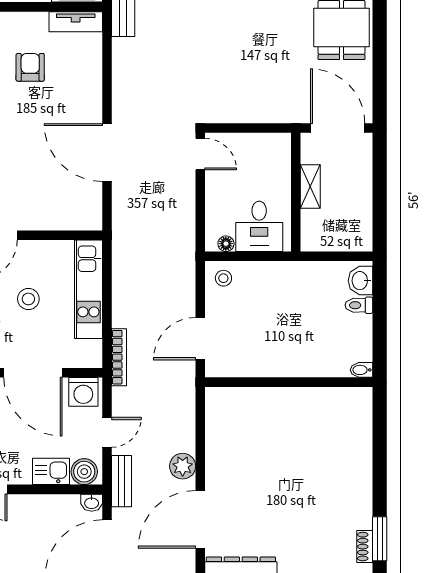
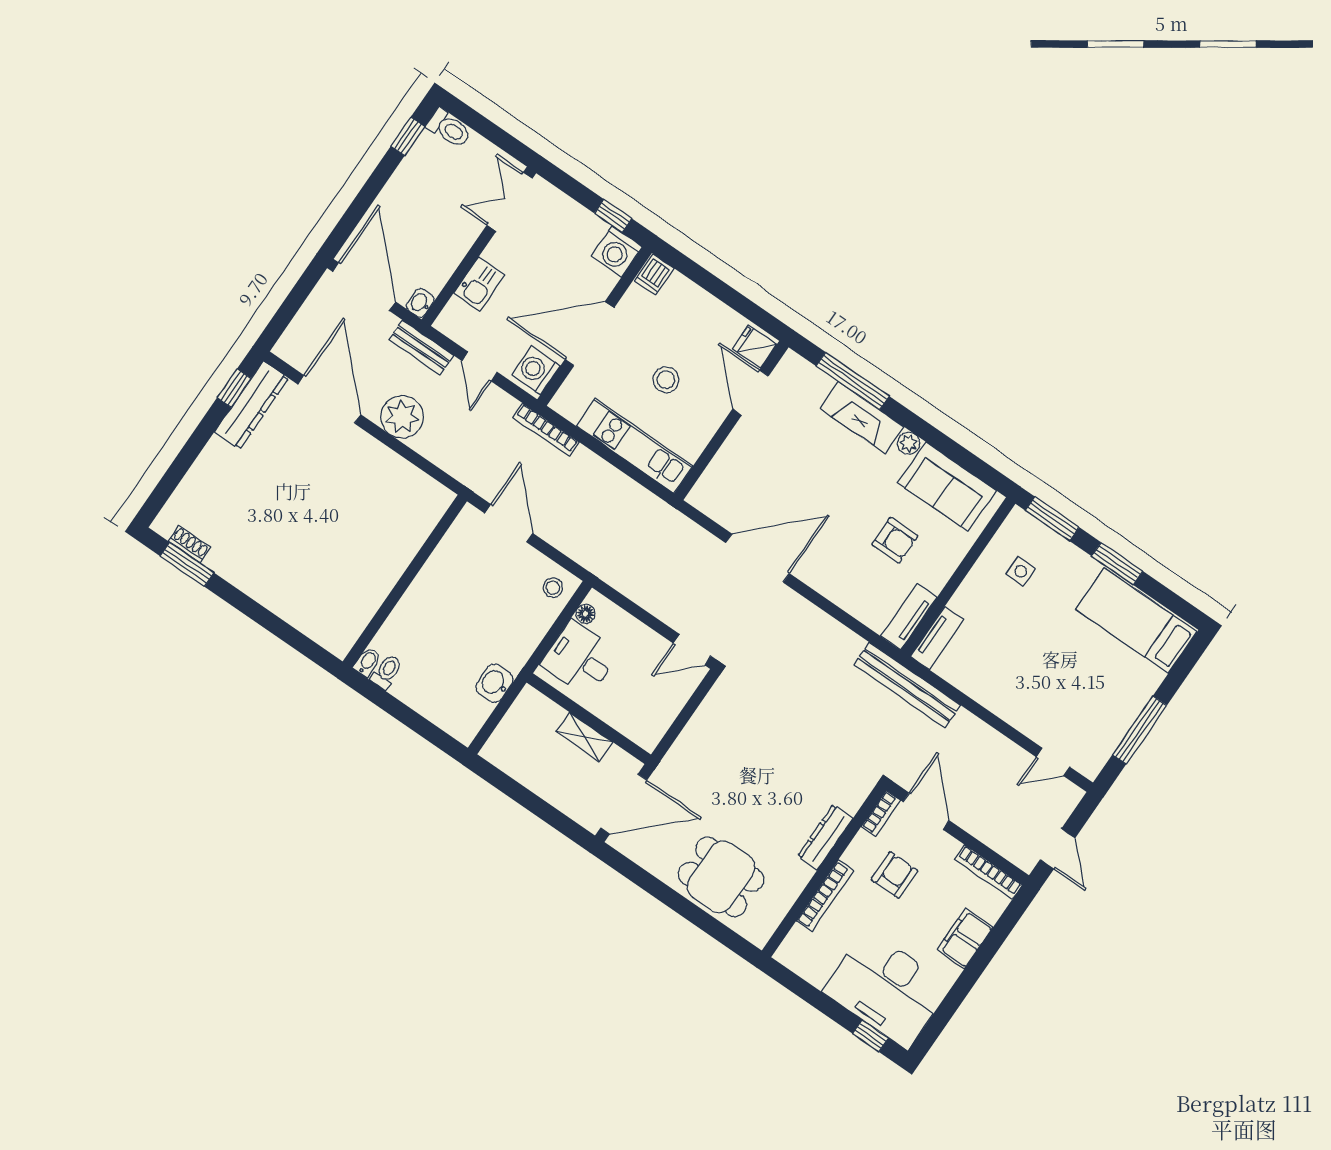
washbasin: (361, 281) -> (495, 683), moved, turned -90
toilet: (359, 305) -> (387, 672), moved
plant: (183, 466) -> (402, 417), width x1.36, depth x1.36
boiler: (84, 472) -> (456, 317), removed

